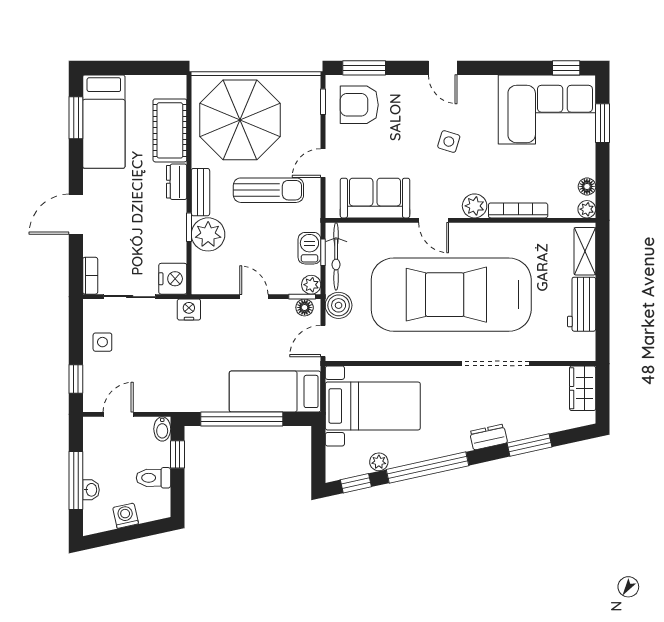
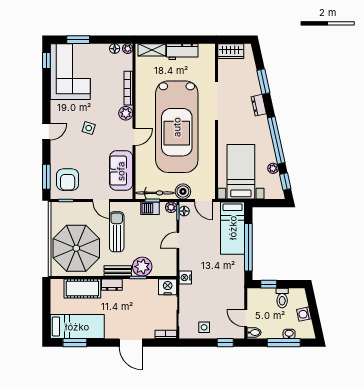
bidet: (162, 429) -> (254, 333), moved

